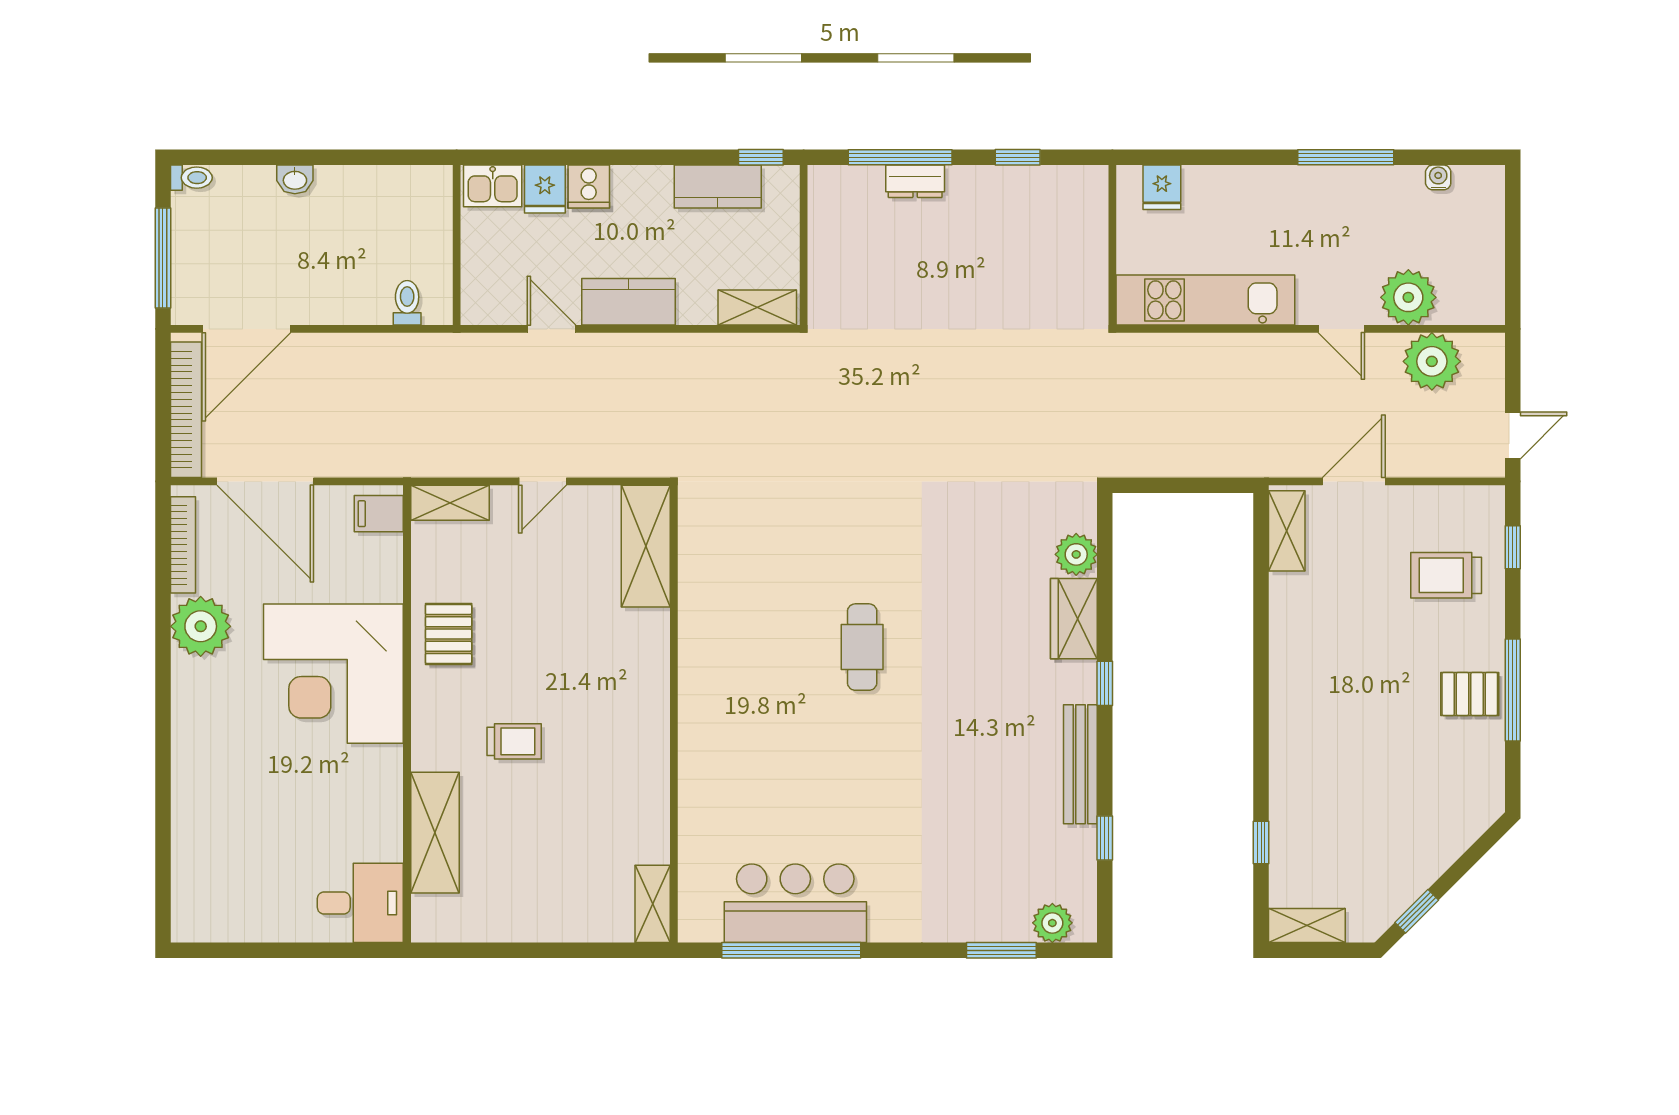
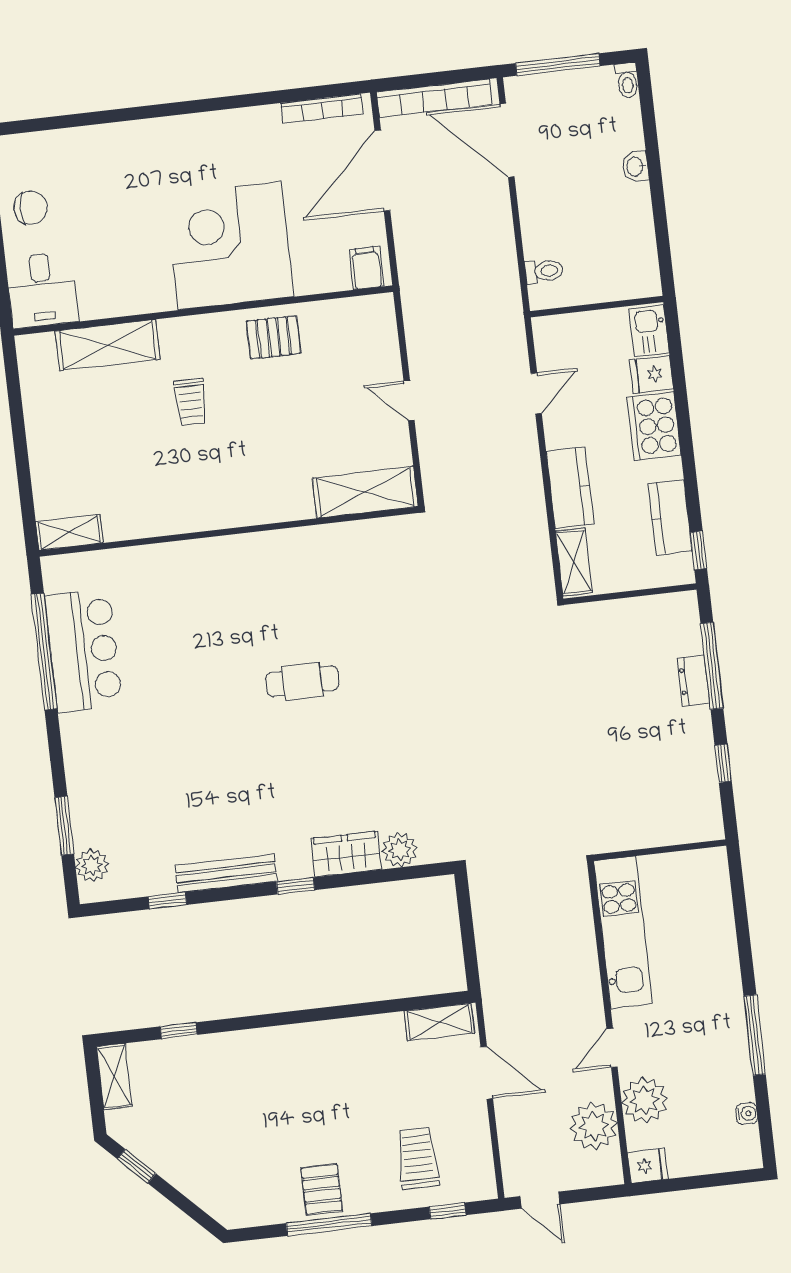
cooker: (589, 187) -> (654, 426), width x1.87, depth x1.31
fridge: (1162, 187) -> (648, 1166), moved, turned 180
kitchen counter: (628, 302) -> (570, 488), moved
shelving: (450, 503) -> (382, 326), removed
plant: (201, 626) -> (256, 131), removed
chair: (261, 905) -> (31, 208), added

